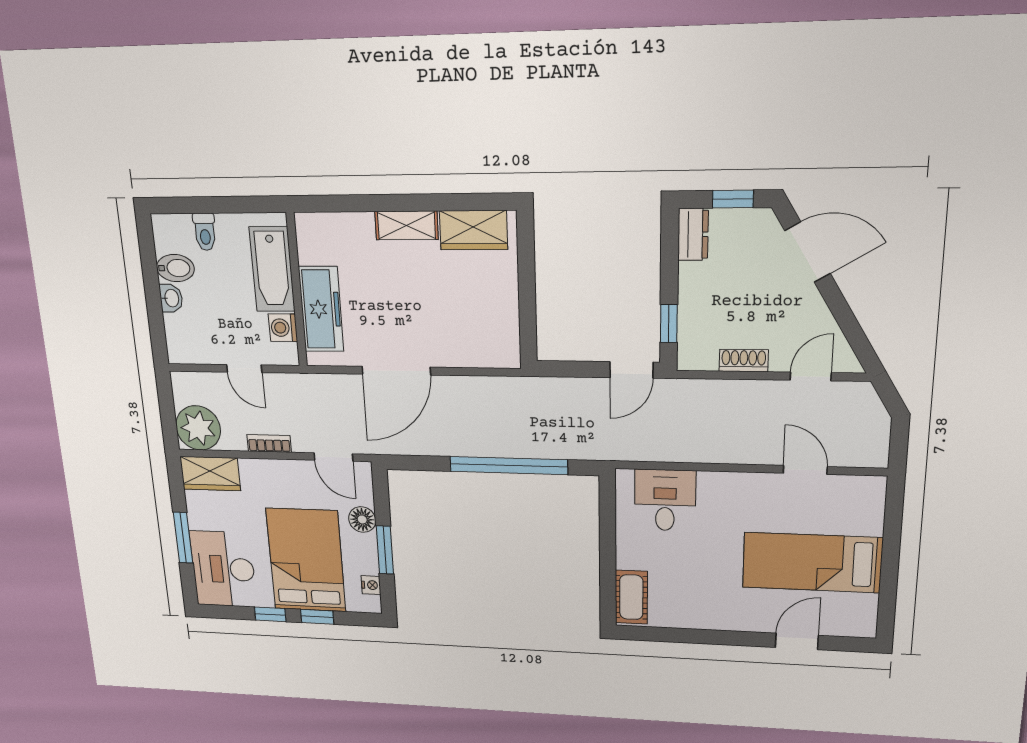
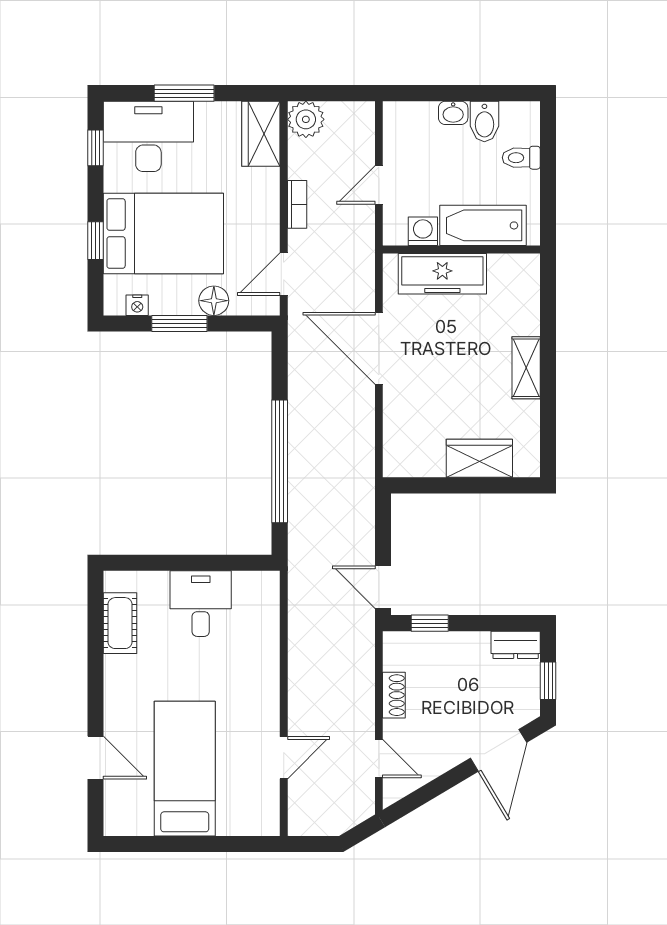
wardrobe: (473, 230) -> (479, 458), moved, turned 90
plant: (198, 428) -> (306, 119), width x0.73, depth x0.73
desk: (665, 500) -> (201, 604), moved, turned -90
cot: (631, 597) -> (120, 623), moved, turned 90
window: (270, 614) -> (96, 148), moved

